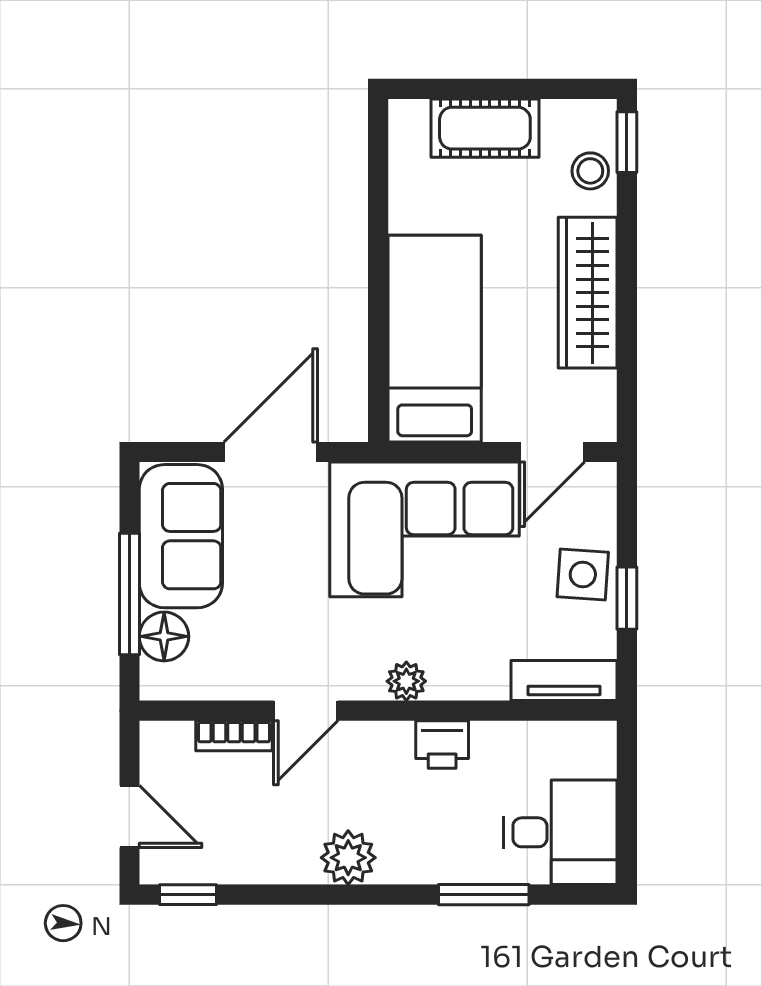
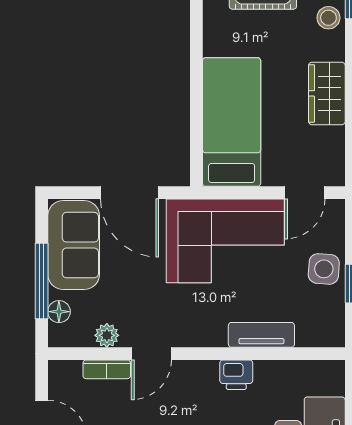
wardrobe: (588, 293) -> (327, 93), width x0.67
door: (271, 452) -> (130, 193), swing flipped
floor lamp: (164, 636) -> (59, 312), width x0.73, depth x0.73
tv unit: (564, 680) -> (261, 335), moved
plant: (406, 681) -> (107, 335), moved

